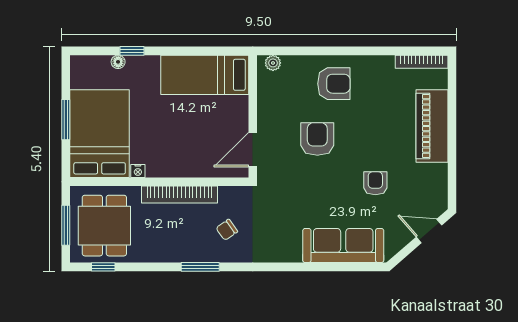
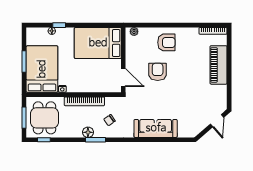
bed: (205, 75) -> (98, 43), width x1.50
door: (253, 150) -> (123, 77), swing flipped
armchair: (375, 183) -> (188, 95), removed
door: (429, 231) -> (217, 121), swing flipped
sofa: (343, 246) -> (156, 128), moved
floor lamp: (186, 253) -> (88, 132), added

